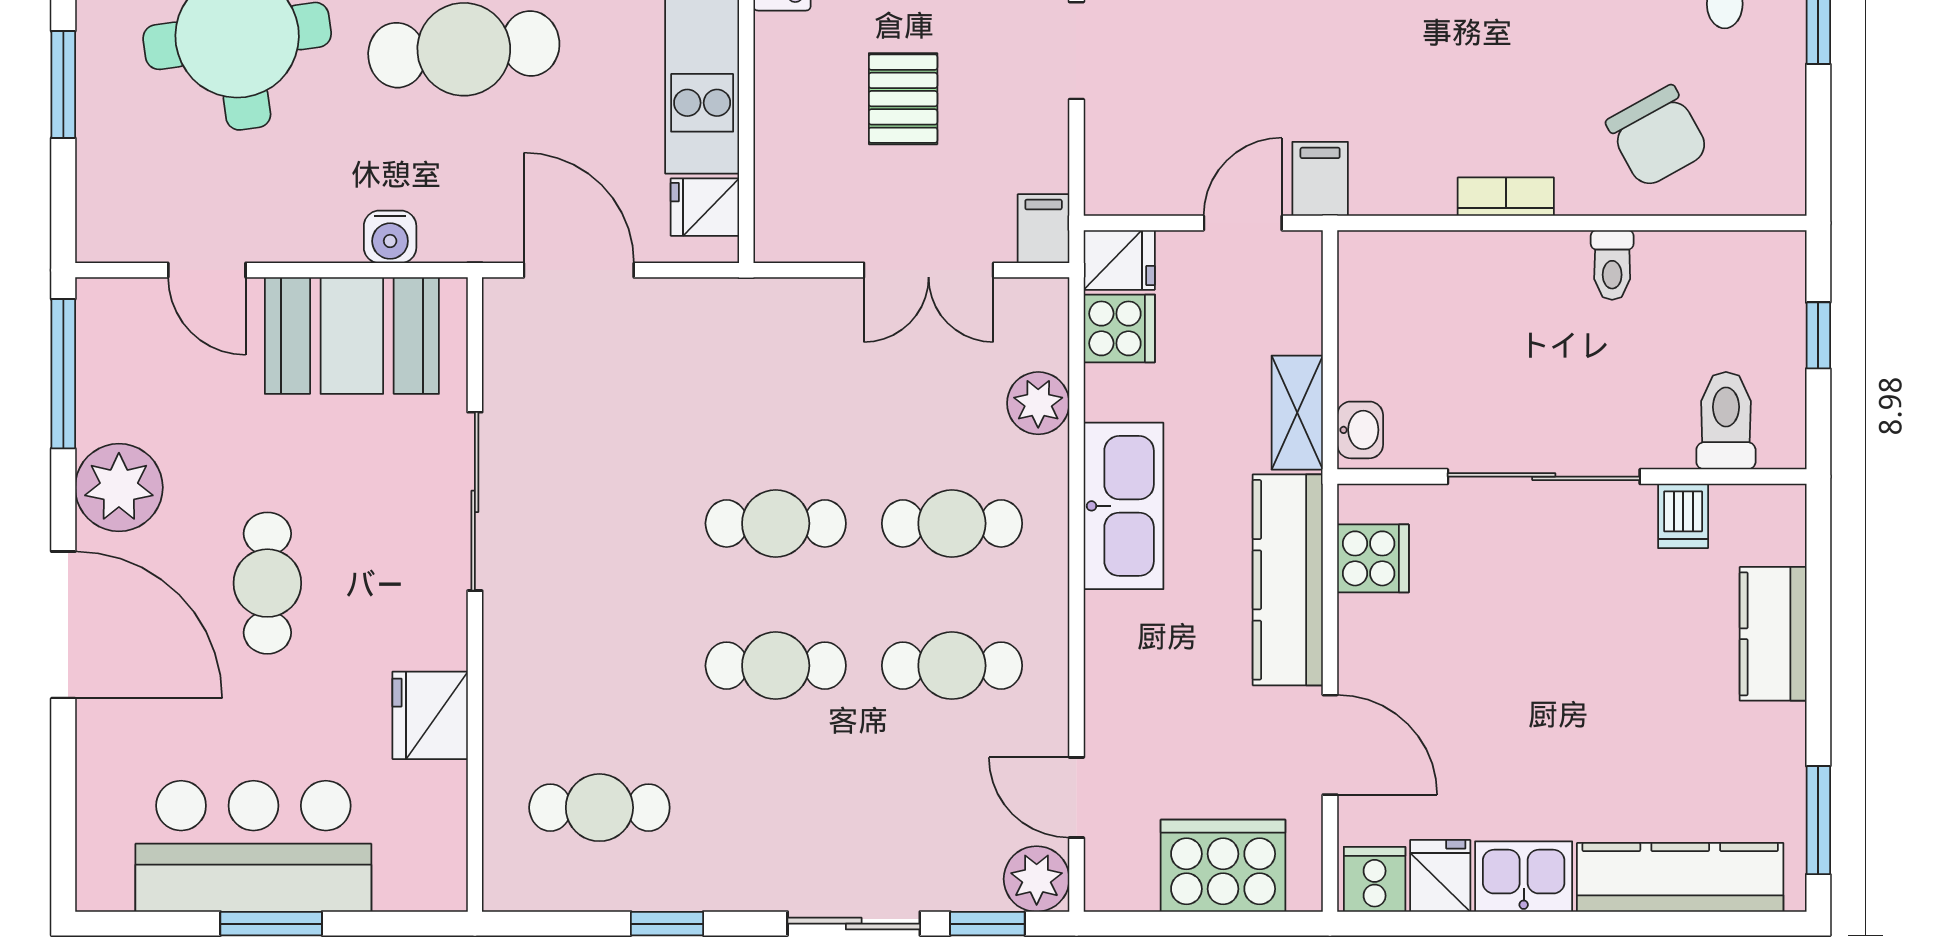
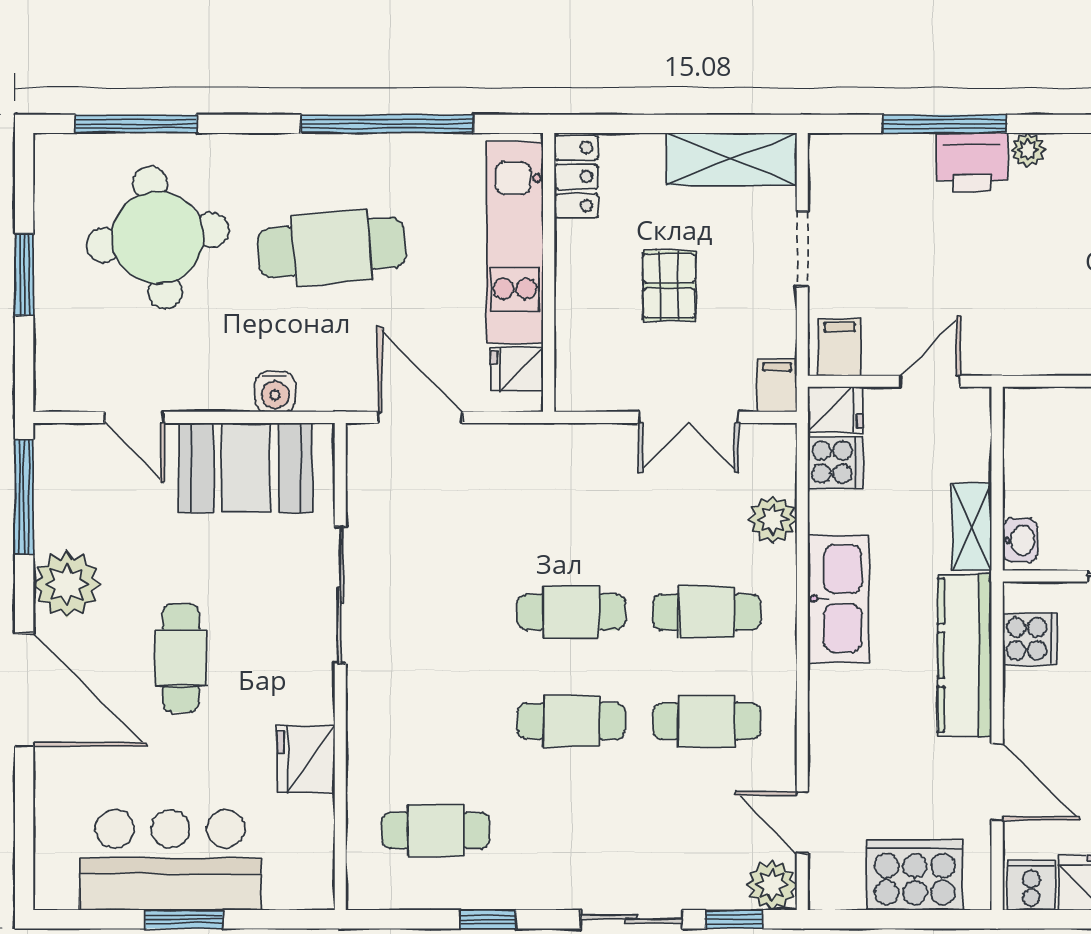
filing cabinet: (1320, 179) -> (840, 347), moved

